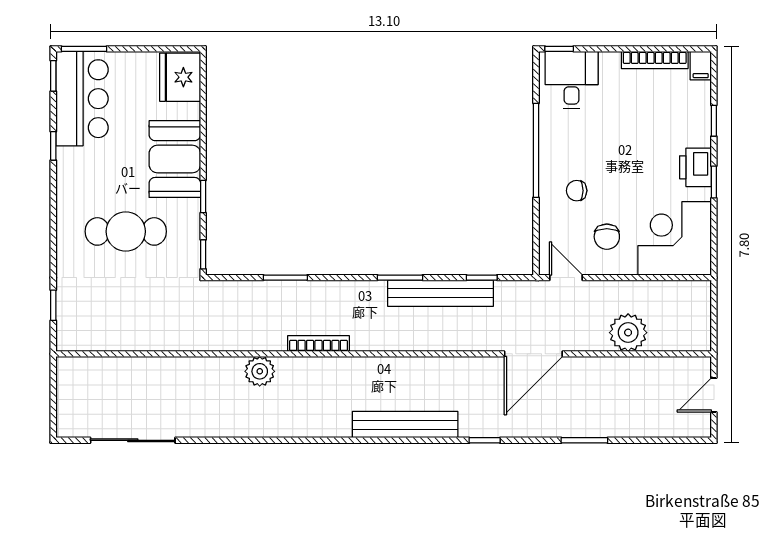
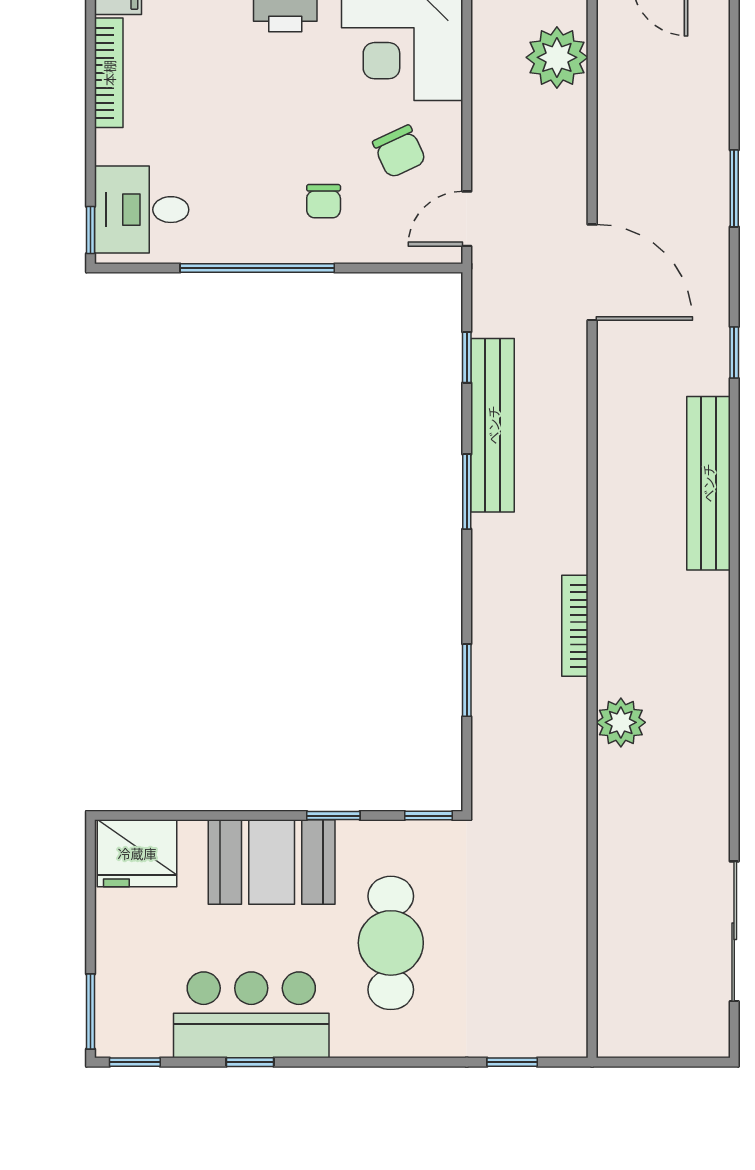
bar counter: (82, 99) -> (251, 1015), moved
chair: (607, 237) -> (399, 152), turned 65
plant: (628, 333) -> (557, 57), moved

